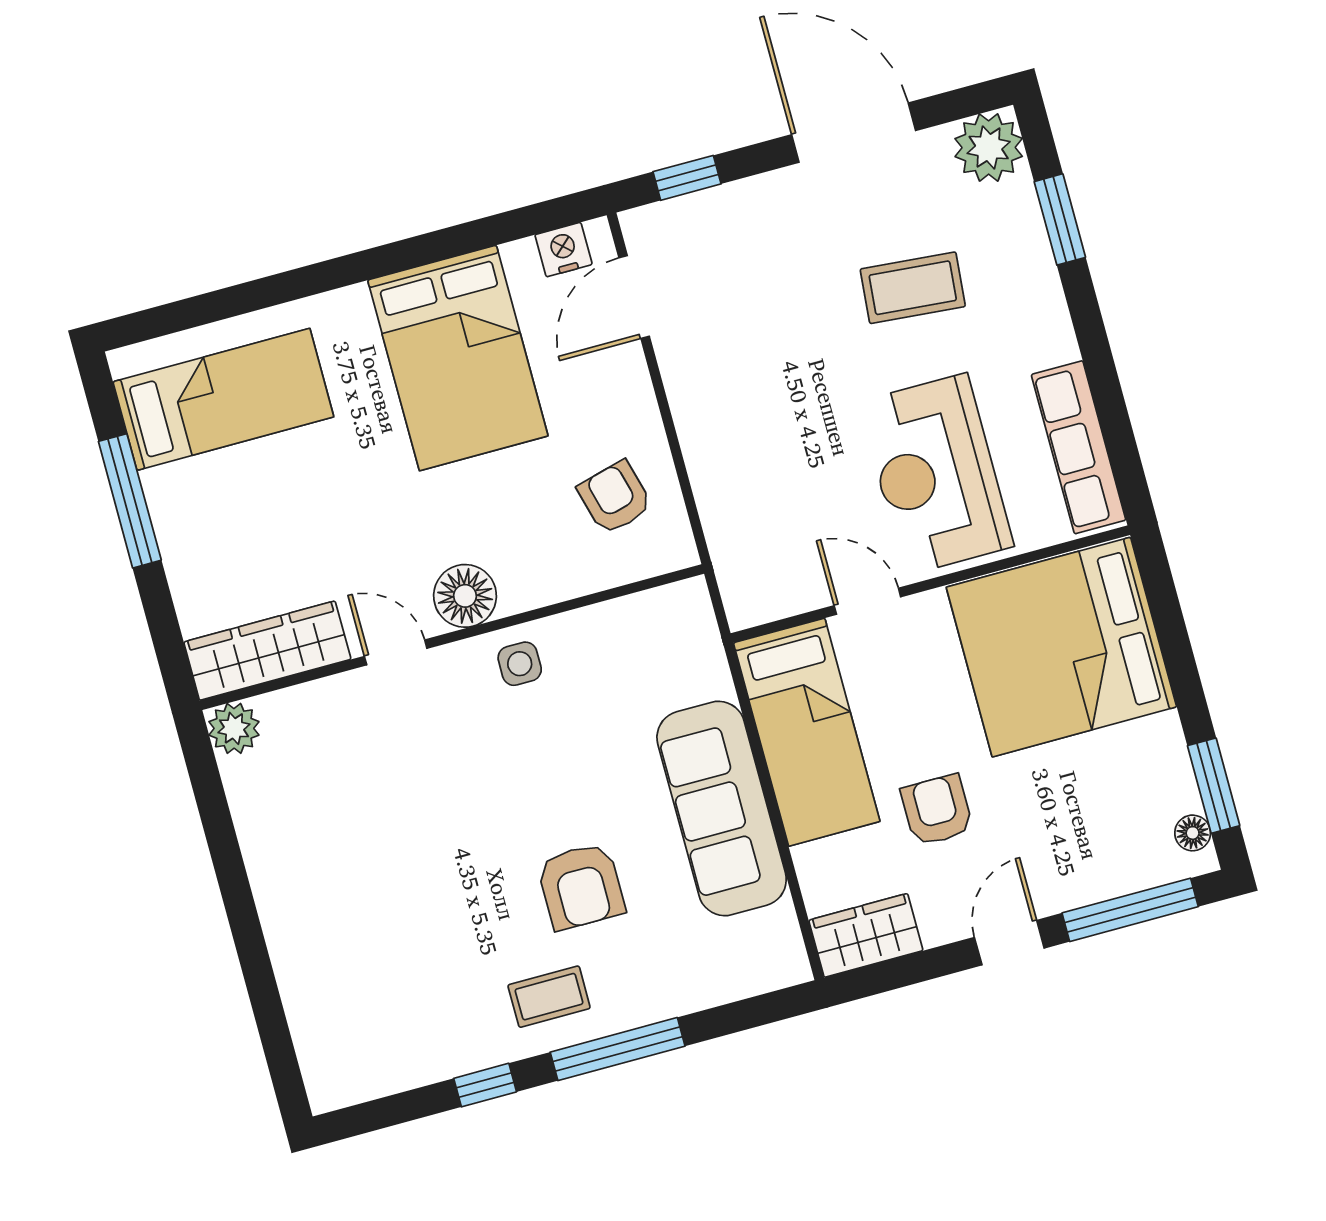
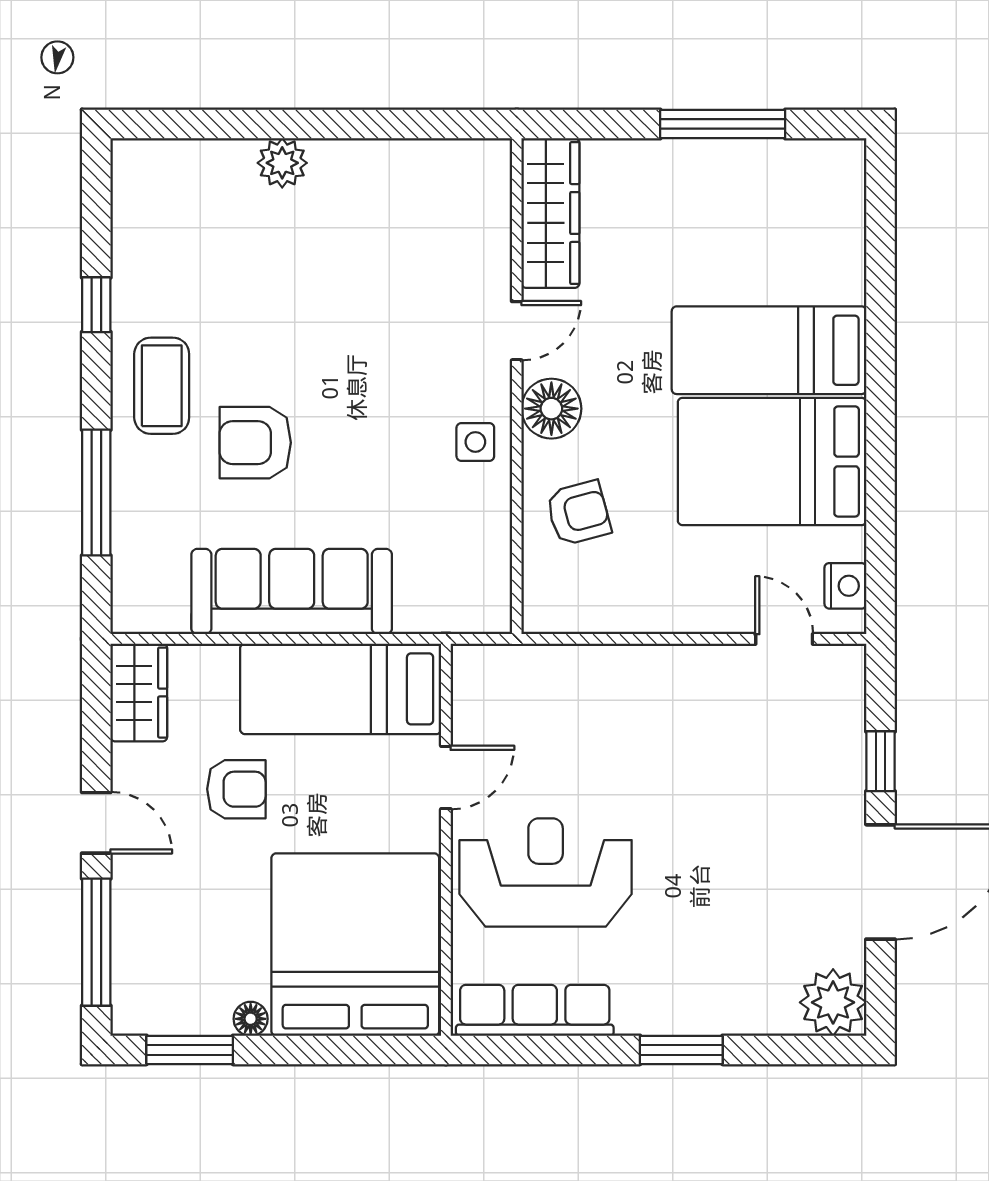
window: (687, 178) -> (881, 761), moved
window: (1060, 219) -> (681, 1050), moved
coffee table: (913, 288) -> (723, 898), removed
door: (634, 297) -> (784, 639), width x0.73
bed: (223, 399) -> (769, 350), moved, turned 90
armchair: (615, 497) -> (578, 513), moved
plant: (234, 728) -> (282, 163), moved
floor lamp: (1193, 833) -> (251, 1019), moved
coffee table: (549, 997) -> (162, 386), width x1.36, depth x1.30
window: (618, 1049) -> (96, 493), moved

